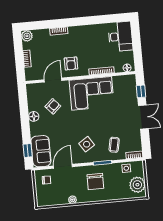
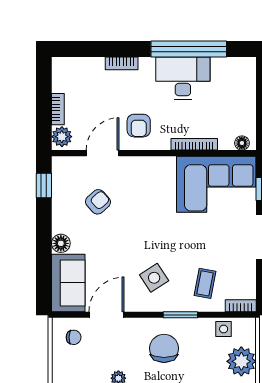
window: (94, 20) -> (189, 49), added
plant: (27, 36) -> (62, 137), moved
desk: (120, 37) -> (183, 78), moved, turned -90
corner sofa: (92, 93) -> (216, 184), moved
floor lamp: (34, 116) -> (61, 243), moved
window: (28, 150) -> (44, 185), moved
chair: (95, 182) -> (164, 348), turned 180

